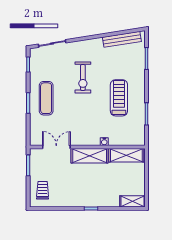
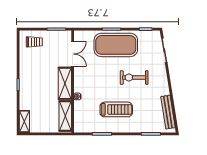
exercise mat: (46, 98) -> (116, 45), width x2.00, depth x1.45

